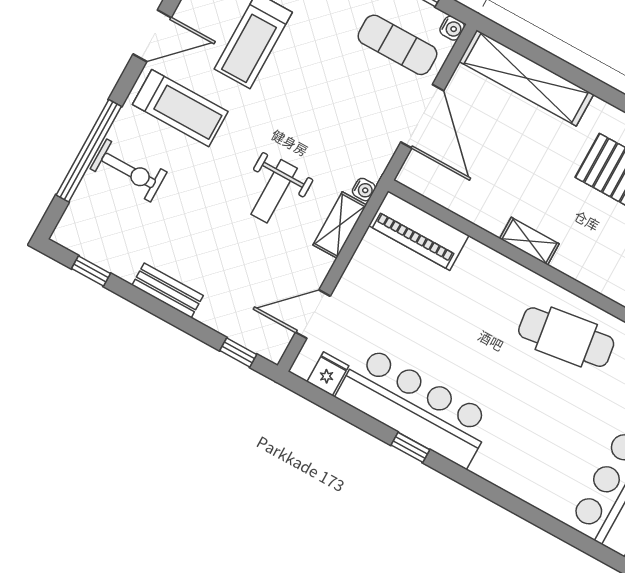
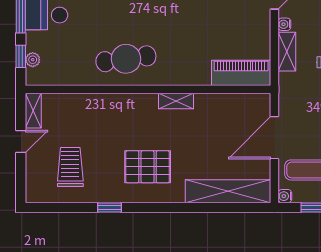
door: (422, 116) -> (274, 138), hinge flipped
water cooler: (364, 190) -> (284, 24), moved

